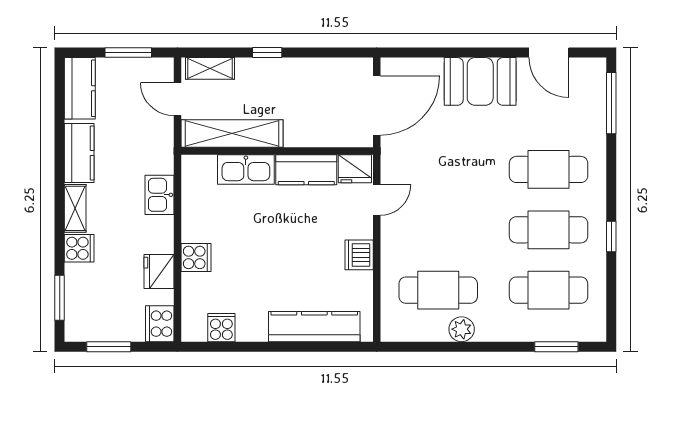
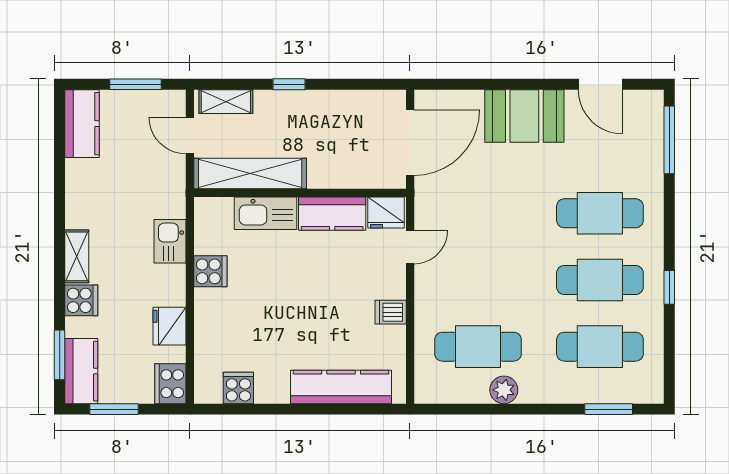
kitchen counter: (79, 153) -> (81, 371), moved
dishwasher: (359, 255) -> (391, 312), width x0.73
cooker: (196, 257) -> (210, 271), moved

